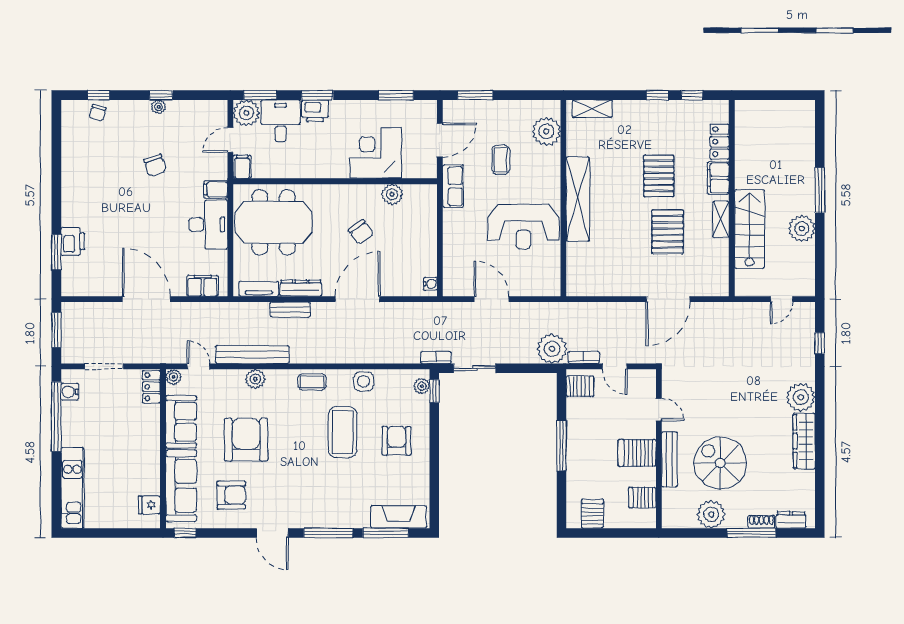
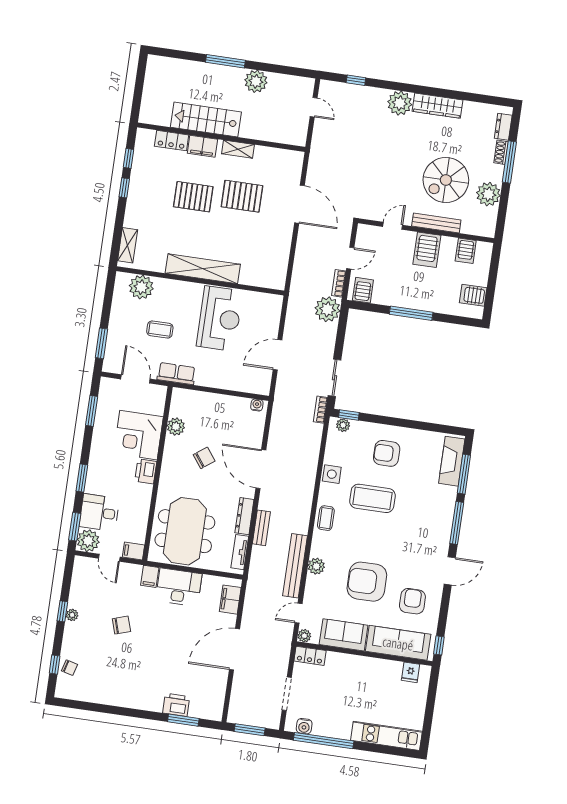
printer: (315, 111) -> (146, 471), moved, turned 180
stairs: (749, 229) -> (206, 120), moved

